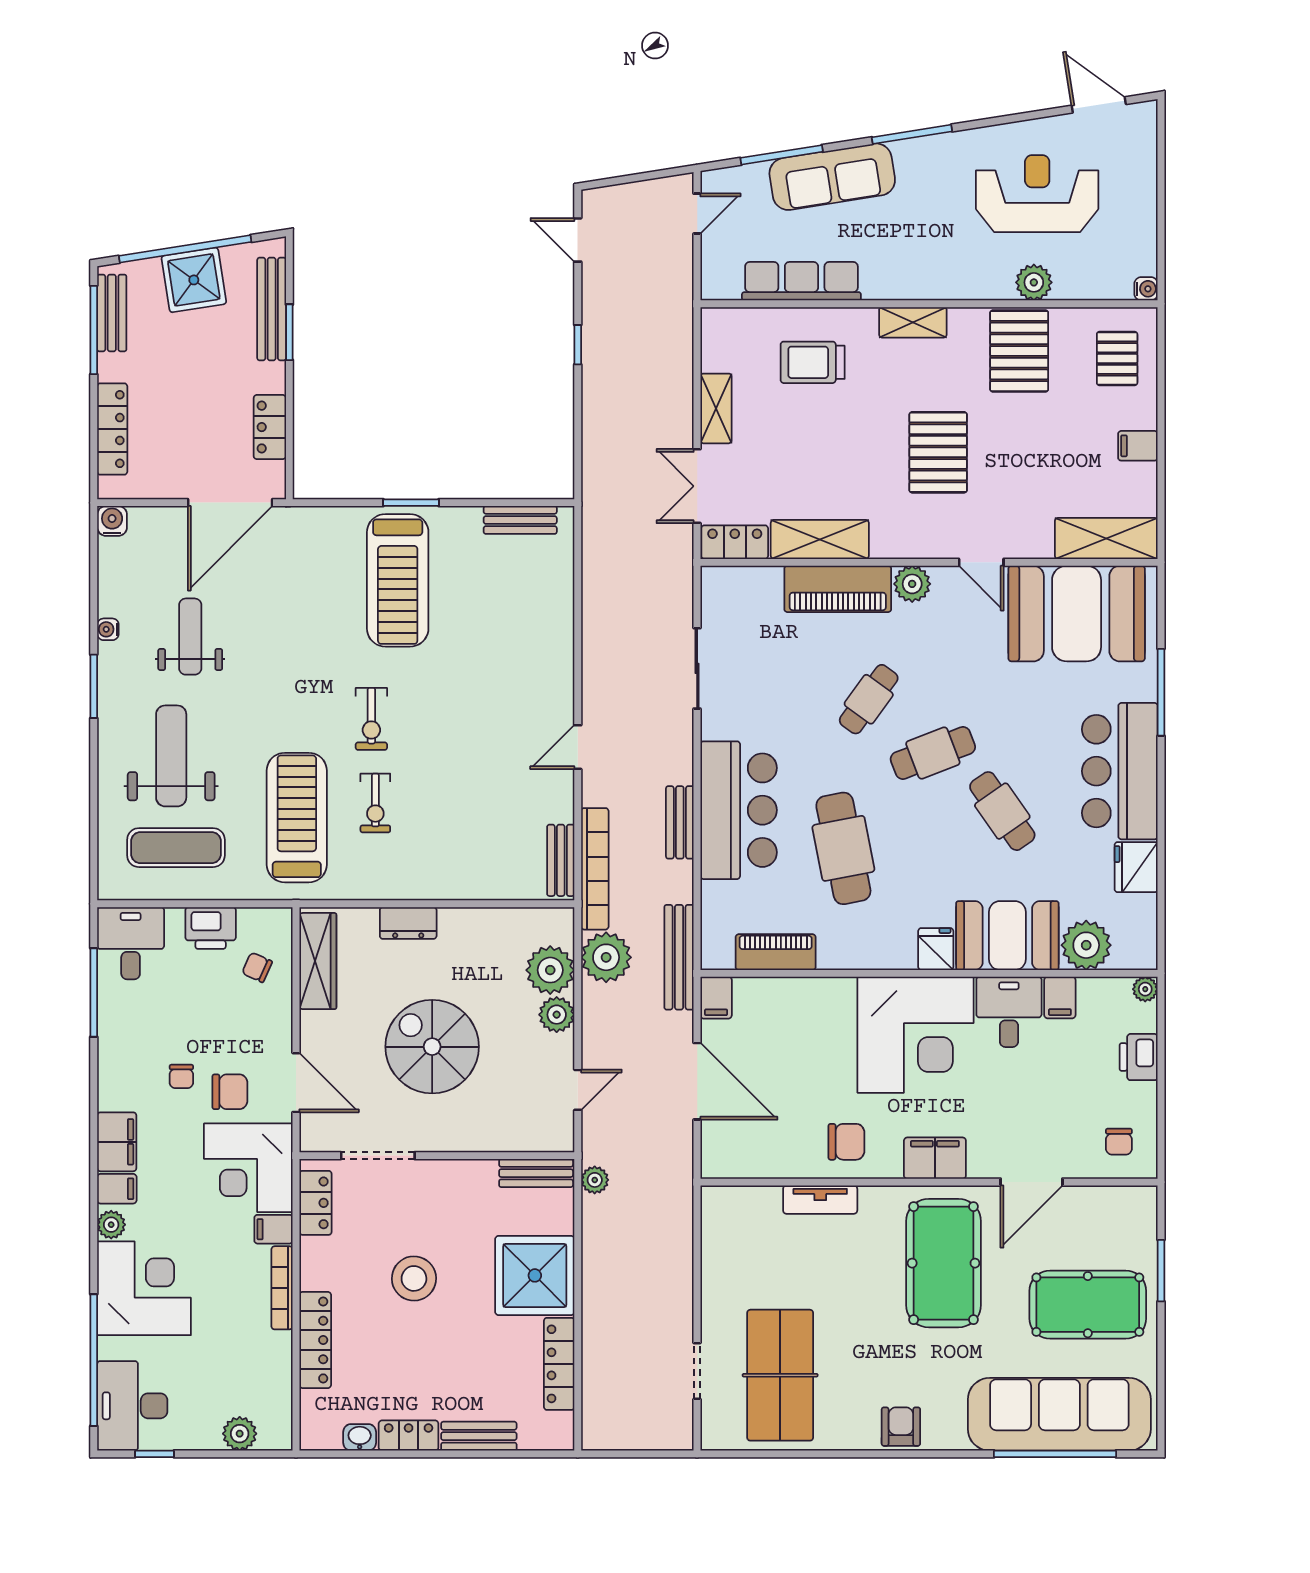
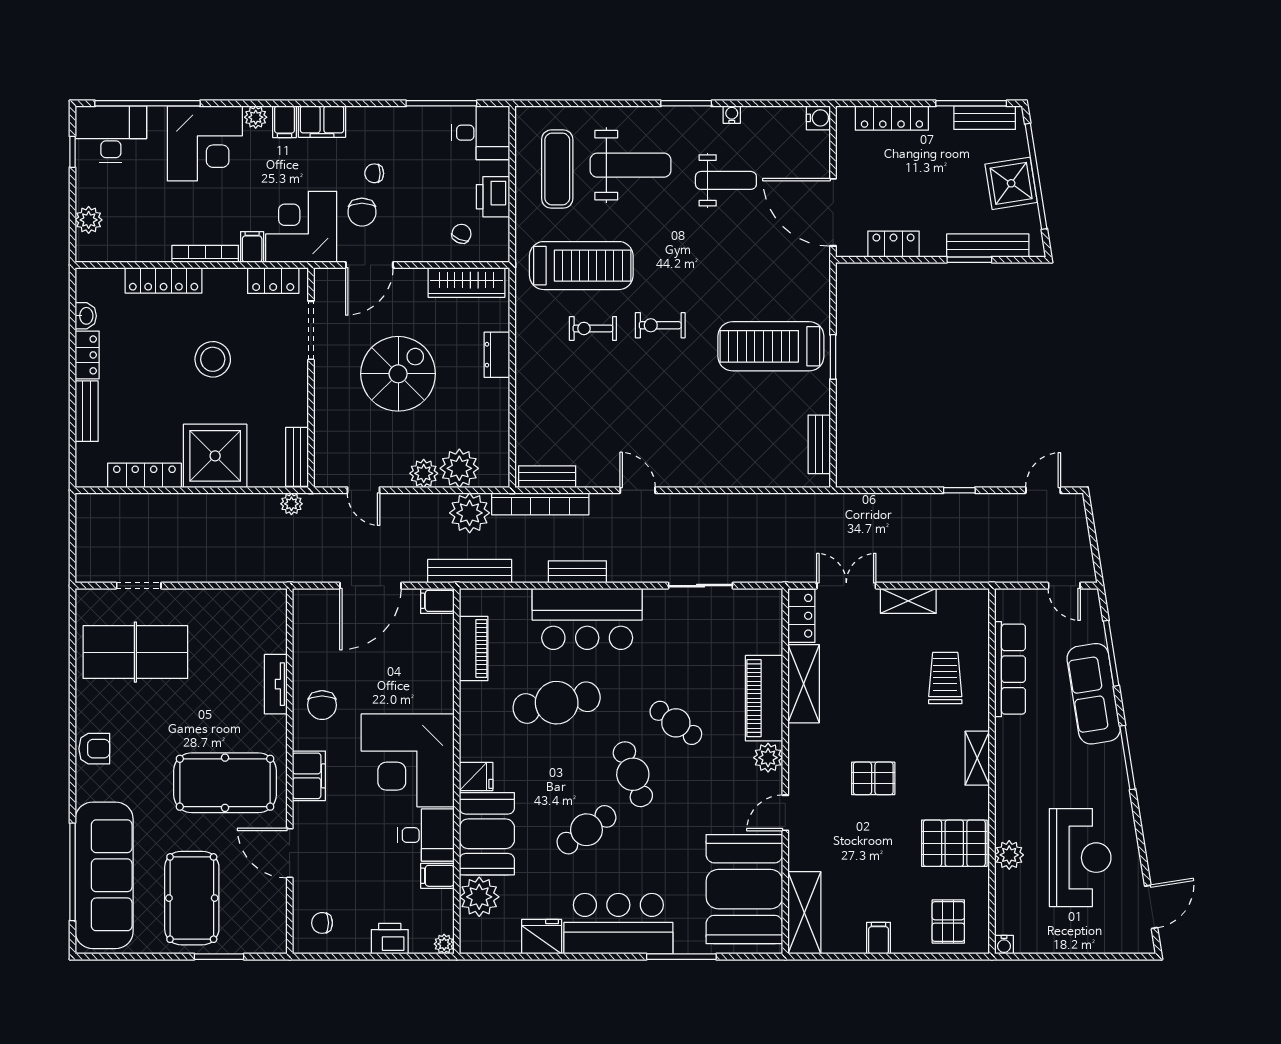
pallet: (1117, 359) -> (948, 921), turned 90
pallet: (938, 452) -> (873, 778), width x0.67, depth x0.71

